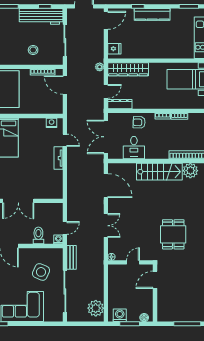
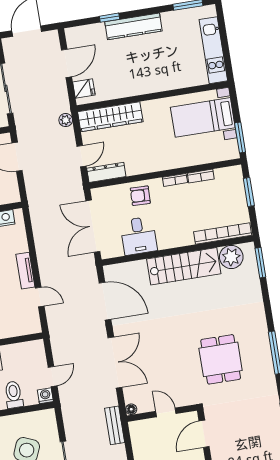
door: (106, 20) -> (66, 63), moved
door: (65, 140) -> (40, 297), moved
double door: (106, 226) -> (115, 363), width x1.37
bench: (72, 257) -> (115, 425), moved
door: (133, 262) -> (166, 412), hinge flipped

